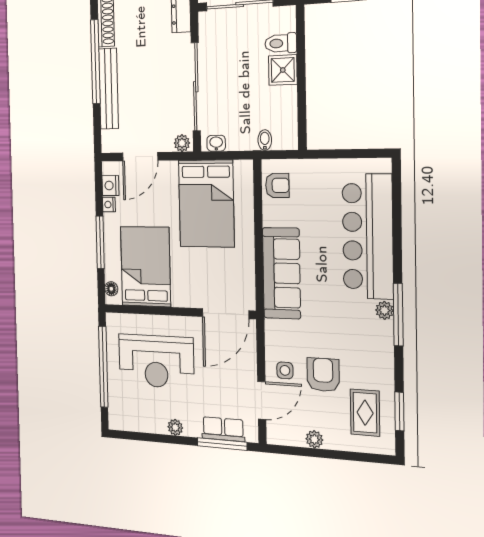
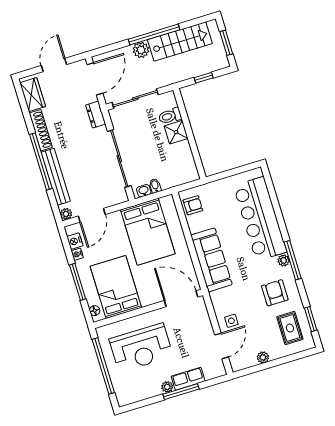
bidet: (265, 140) -> (155, 186), moved
plant: (182, 143) -> (66, 214), moved
door: (225, 314) -> (181, 299), swing flipped
armchair: (323, 375) -> (275, 293), moved
row of seats: (223, 429) -> (188, 379), moved
window: (222, 444) -> (181, 392), moved

